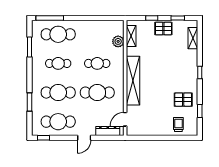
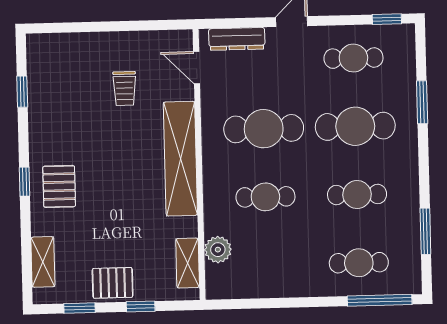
cafe table: (58, 34) -> (359, 263), width x0.73, depth x0.74
pallet: (183, 100) -> (59, 186), moved, turned 90
door: (125, 119) -> (197, 68), swing flipped
cafe table: (58, 122) -> (353, 58), width x0.73, depth x0.74
trolley: (178, 125) -> (124, 88), moved

